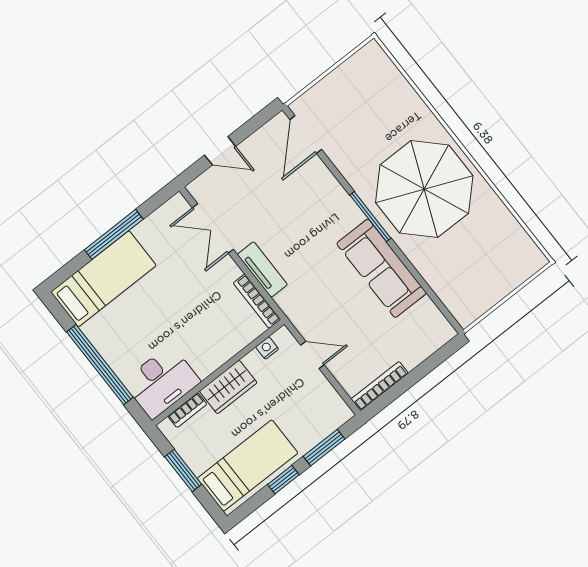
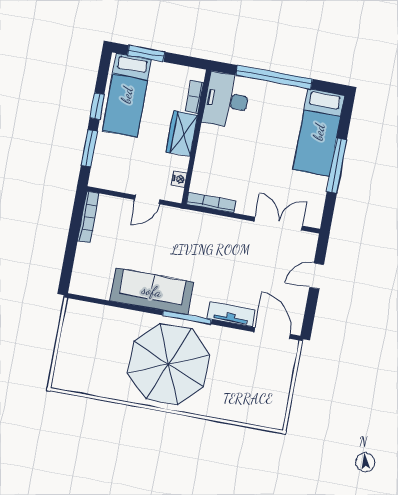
tv unit: (262, 270) -> (231, 314), moved, turned 180
window: (183, 471) -> (146, 54), moved

